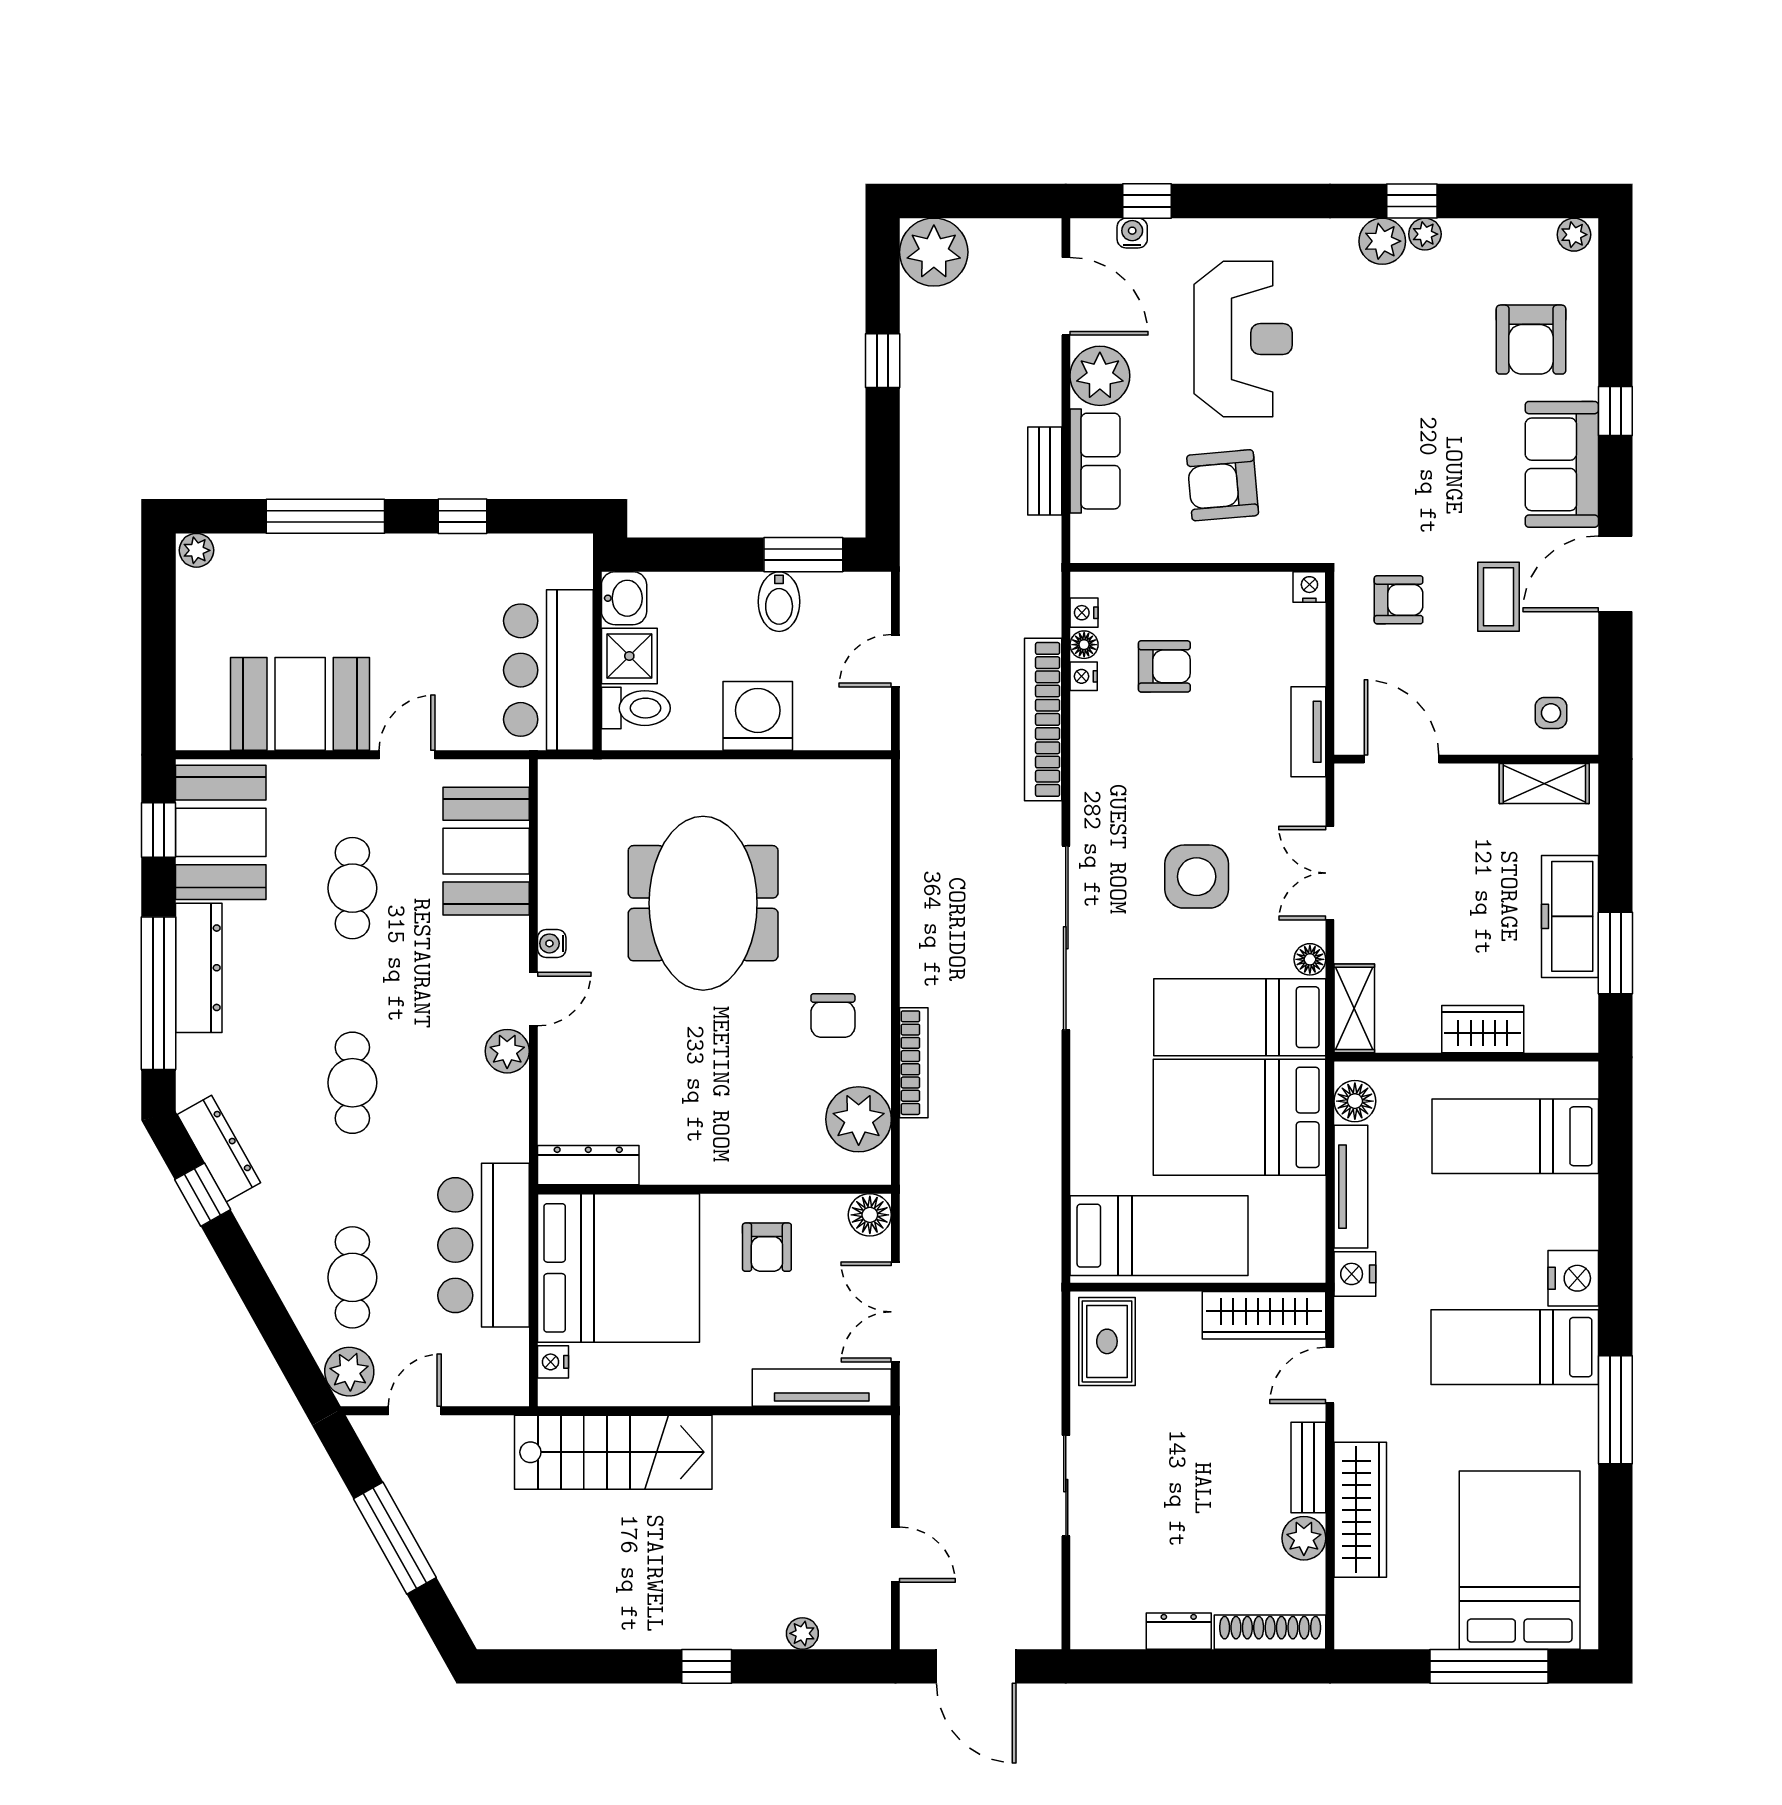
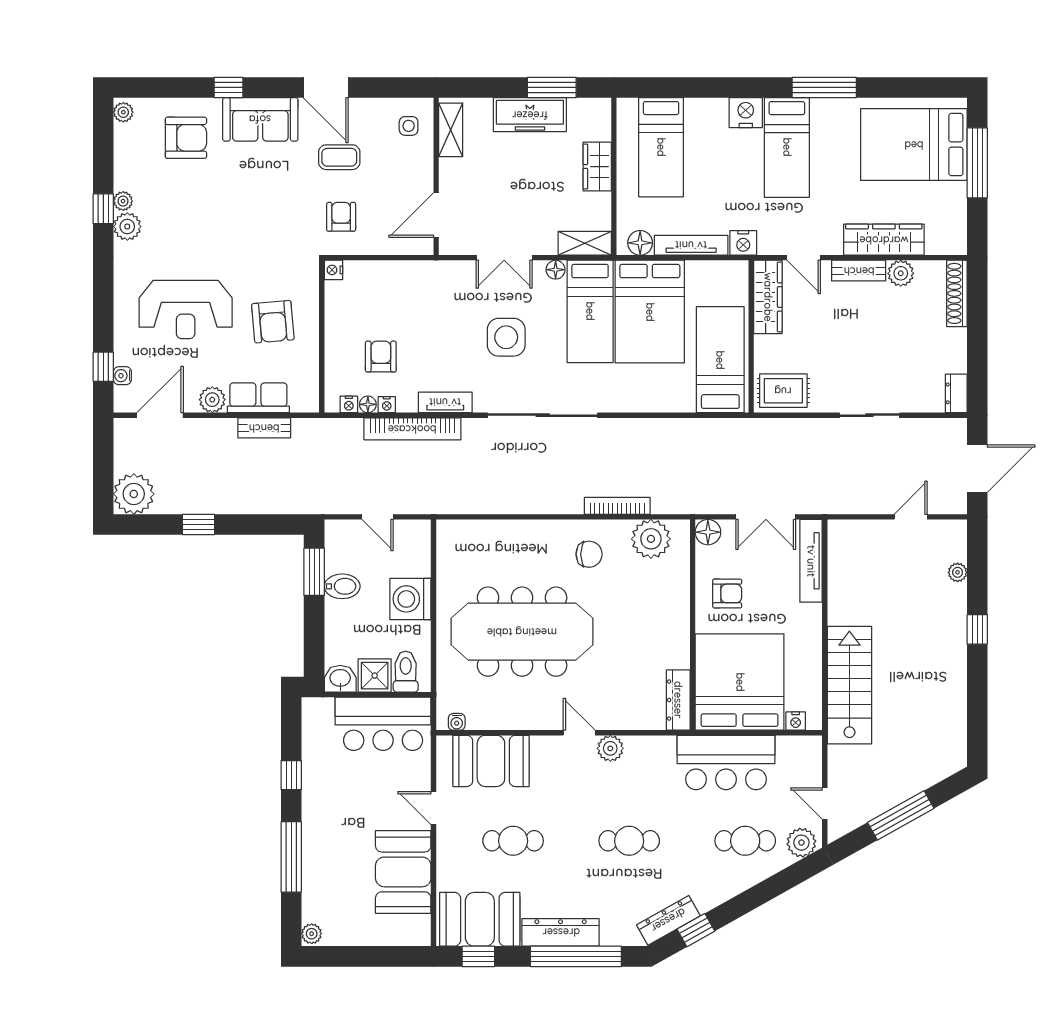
reception desk: (1243, 339) -> (186, 310), turned 180
plant: (1100, 376) -> (212, 400), width x0.73, depth x0.73
tv unit: (1308, 732) -> (445, 402), moved, turned 180
meeting table: (703, 903) -> (522, 632), width x1.36
water cooler: (552, 943) -> (457, 722), moved
dresser: (1179, 1631) -> (956, 393), moved

